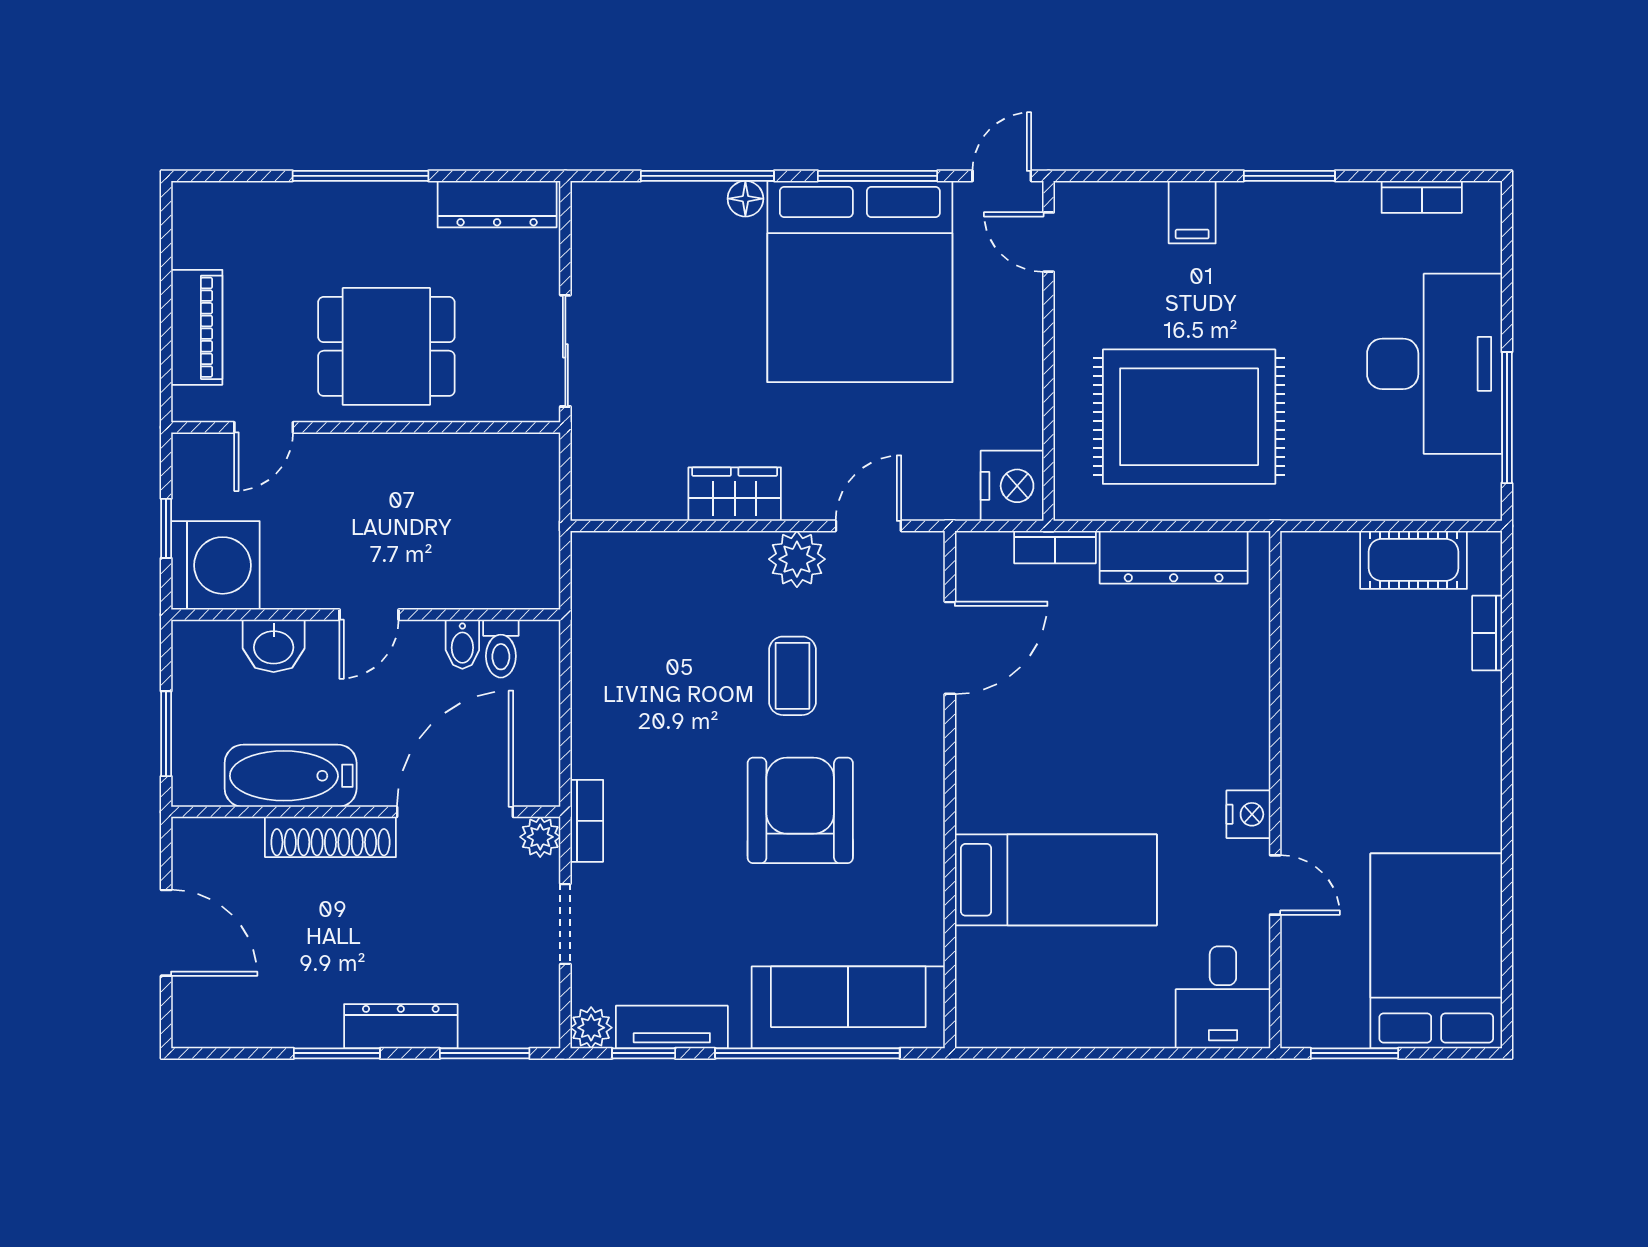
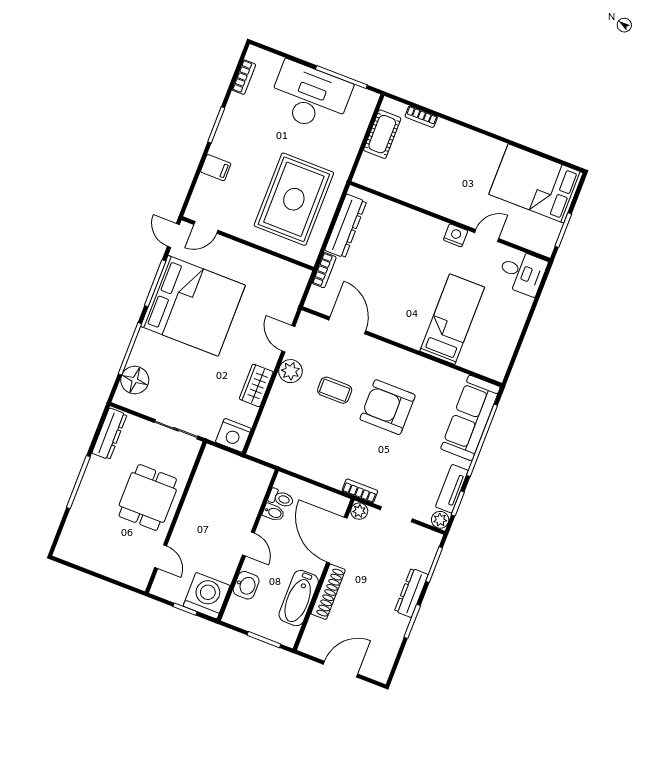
floor lamp: (745, 199) -> (135, 380), moved, width x1.89, depth x1.89
piano: (197, 327) -> (112, 568), removed
nightstand: (1012, 486) -> (233, 435), moved, turned 180

